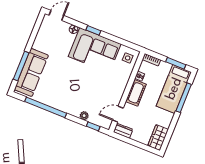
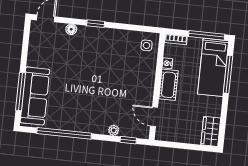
corner sofa: (95, 50) -> (104, 47), removed
window: (176, 63) -> (207, 35), width x1.44
door: (118, 114) -> (154, 117), hinge flipped
dresser: (123, 131) -> (166, 135), removed

